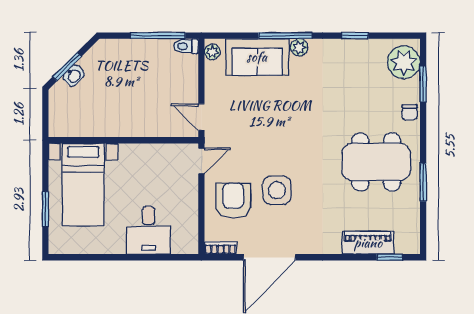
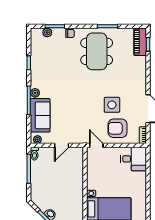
plant: (404, 62) -> (47, 32), width x0.53, depth x0.53
door: (201, 117) -> (62, 145), moved
desk: (149, 230) -> (134, 159), moved
piano: (368, 243) -> (140, 42), moved

